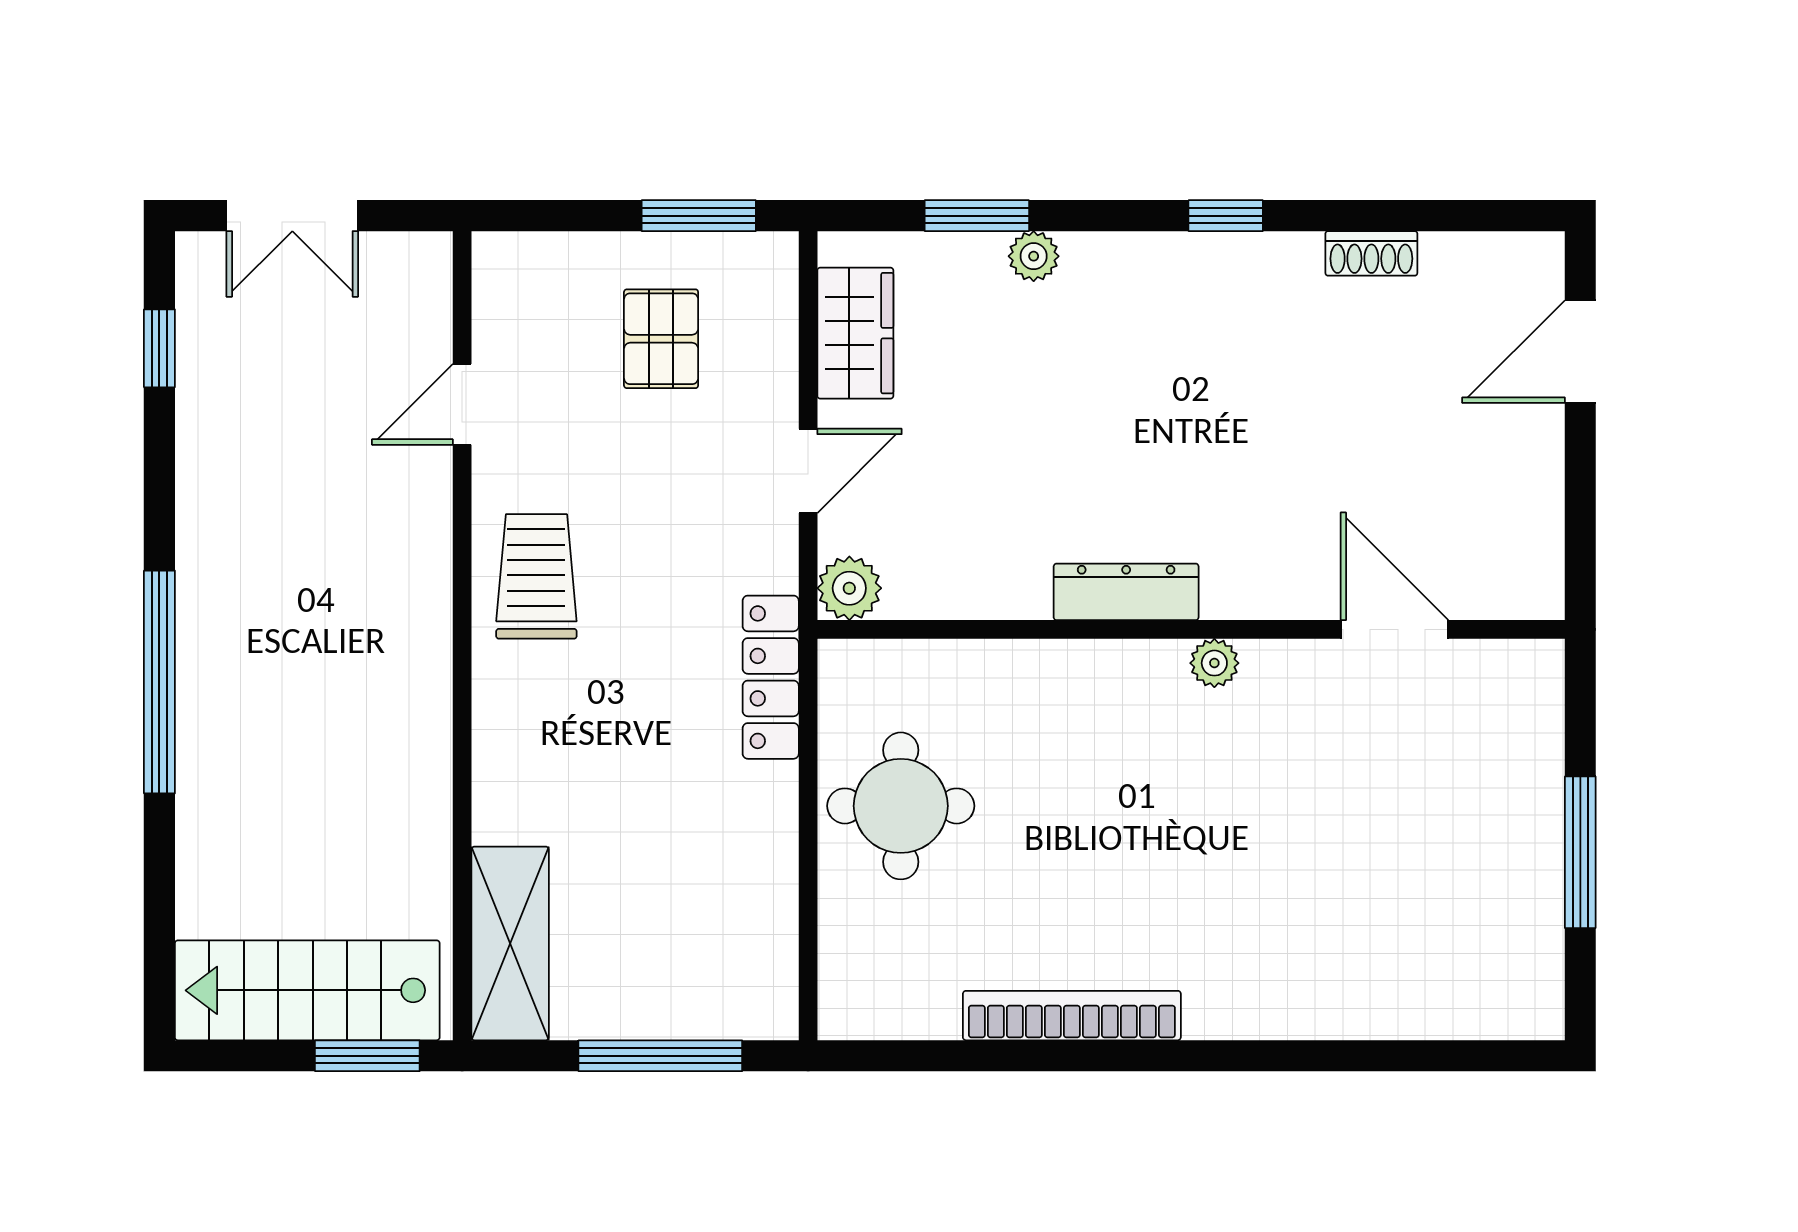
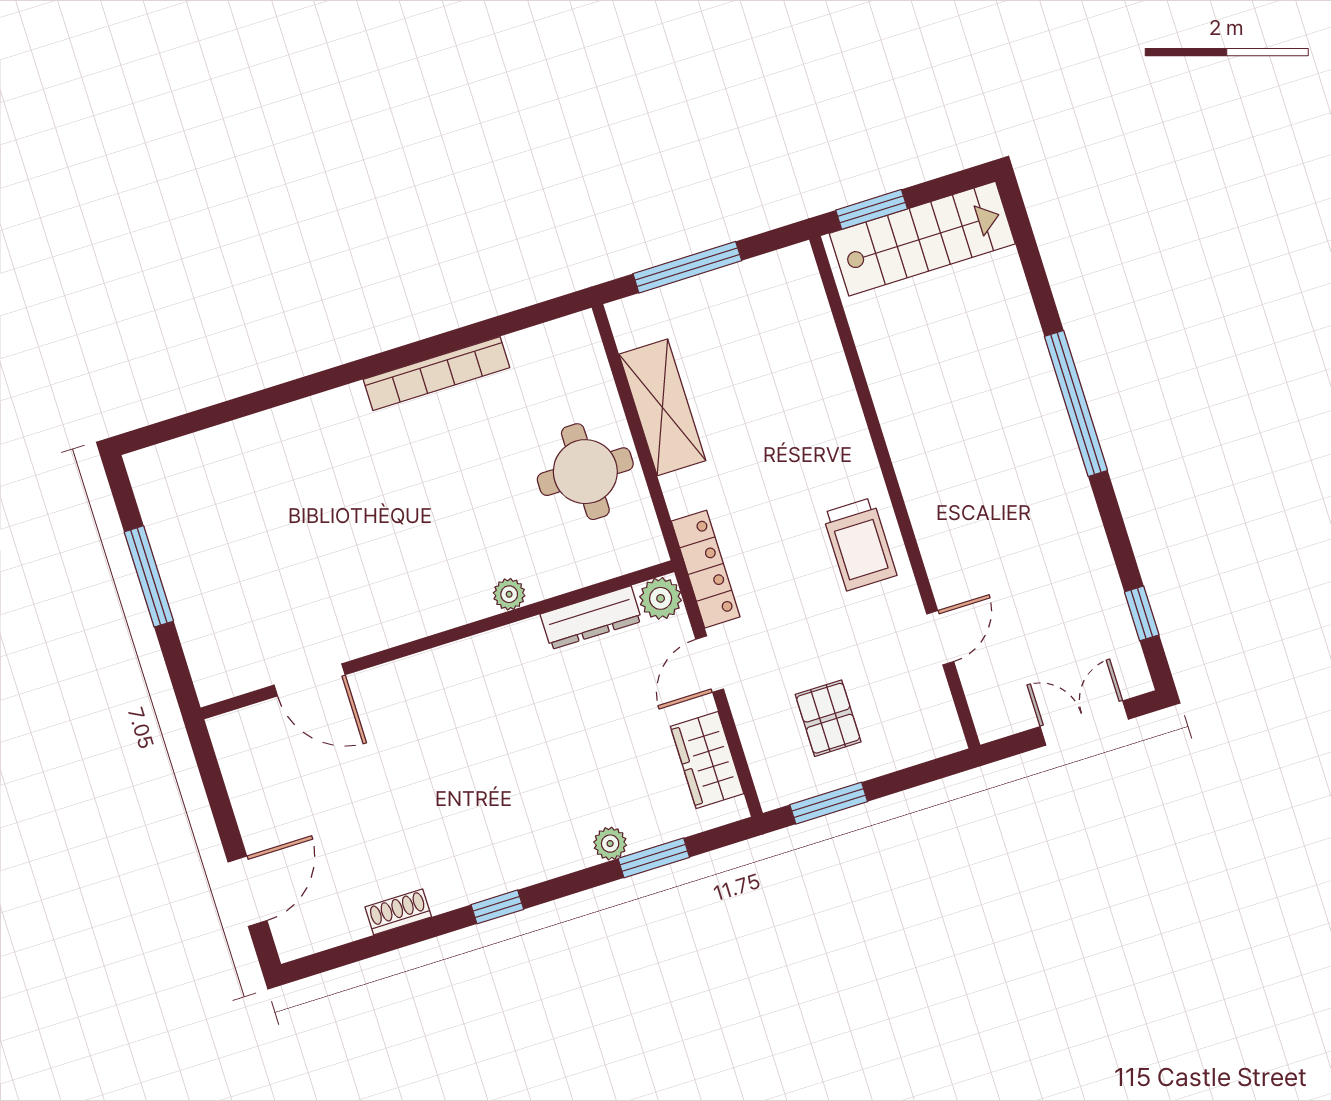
dresser: (1126, 592) -> (591, 618), moved
plant: (1214, 663) -> (509, 594), moved
locker: (771, 677) -> (706, 569), moved
shelving: (510, 943) -> (662, 407), moved

